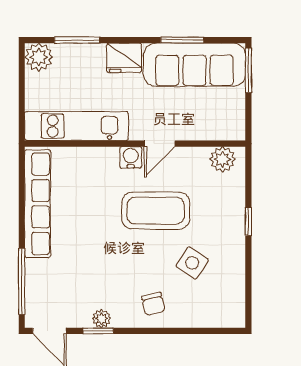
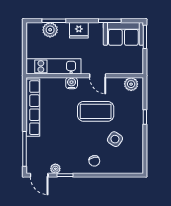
plant: (39, 57) -> (50, 30), moved
sofa: (194, 65) -> (123, 34), width x0.73
door: (160, 144) -> (98, 76), hinge flipped
water cooler: (131, 157) -> (72, 83), moved
plant: (102, 319) -> (55, 169), moved

